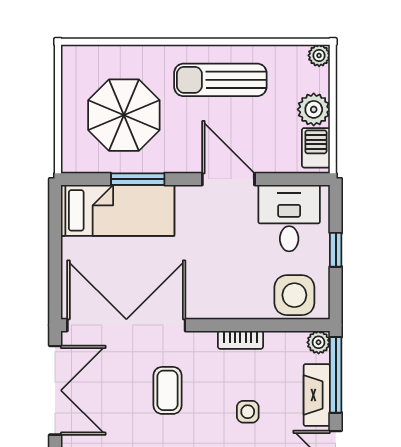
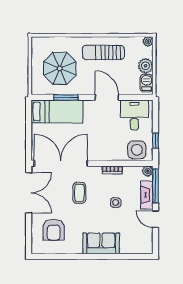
window: (336, 250) -> (155, 141), moved

